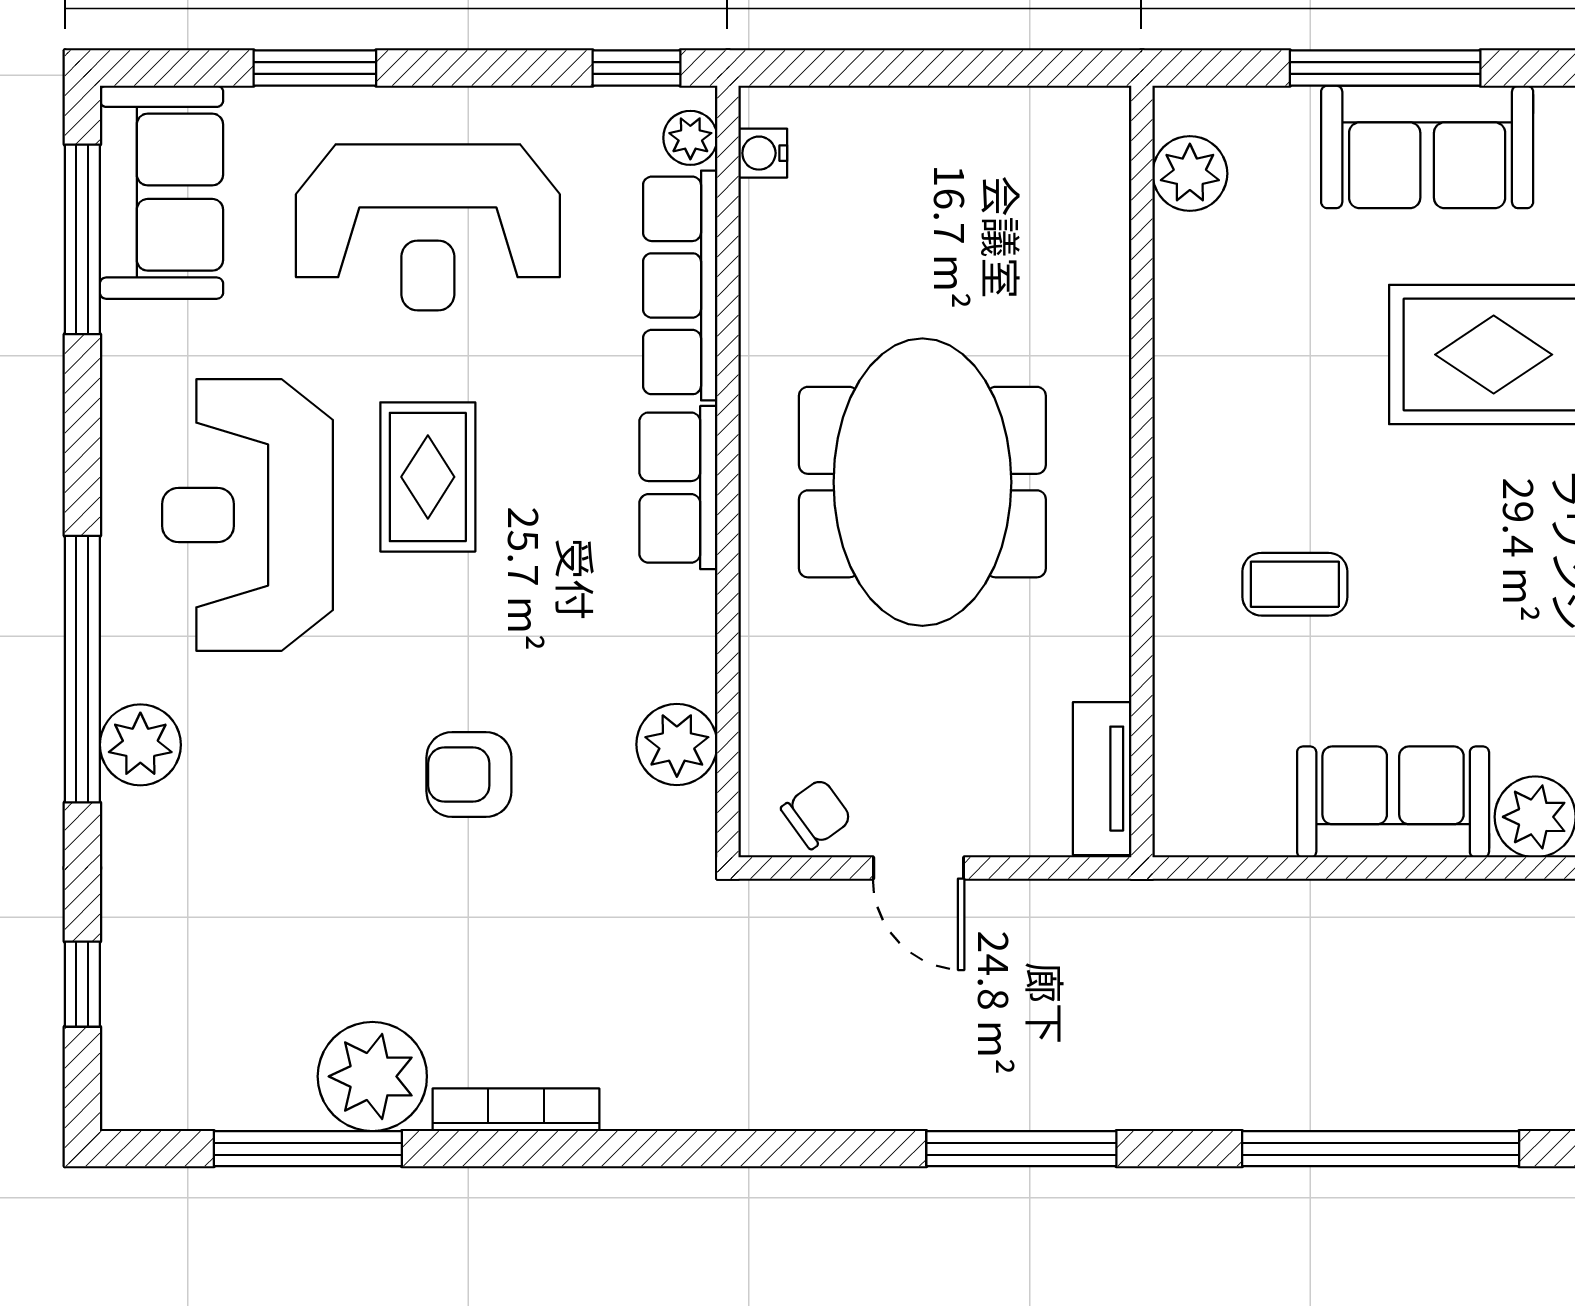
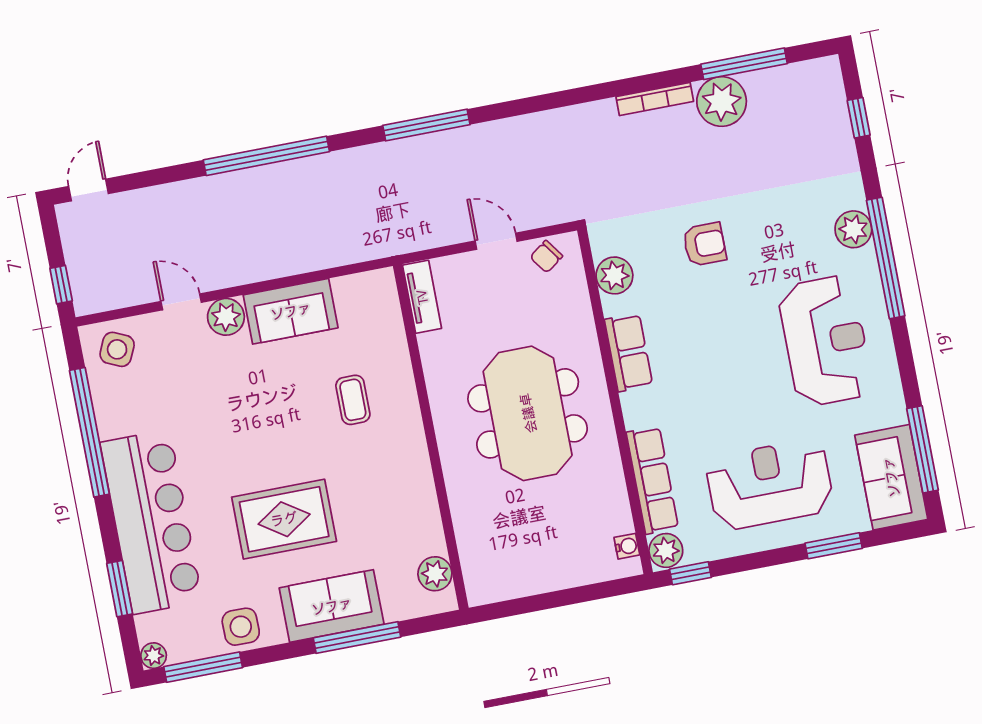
plant: (690, 138) -> (666, 550), width x1.38, depth x1.38
rug: (428, 477) -> (748, 373), removed
row of seats: (678, 488) -> (629, 352), moved
coffee table: (1295, 584) -> (353, 400), turned 90

